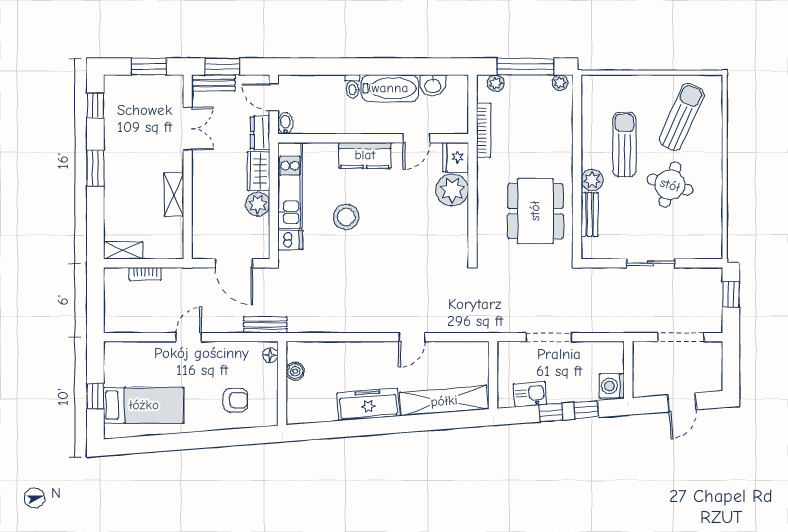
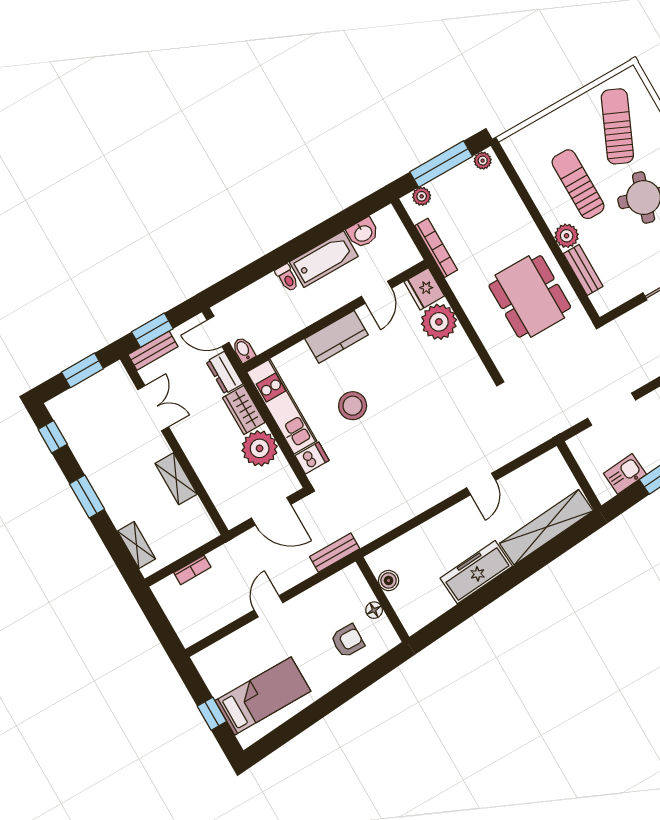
plant: (258, 204) -> (260, 448), width x1.36, depth x1.36
shelving: (123, 250) -> (136, 545), moved, turned 90
floor lamp: (270, 355) -> (374, 610), moved

